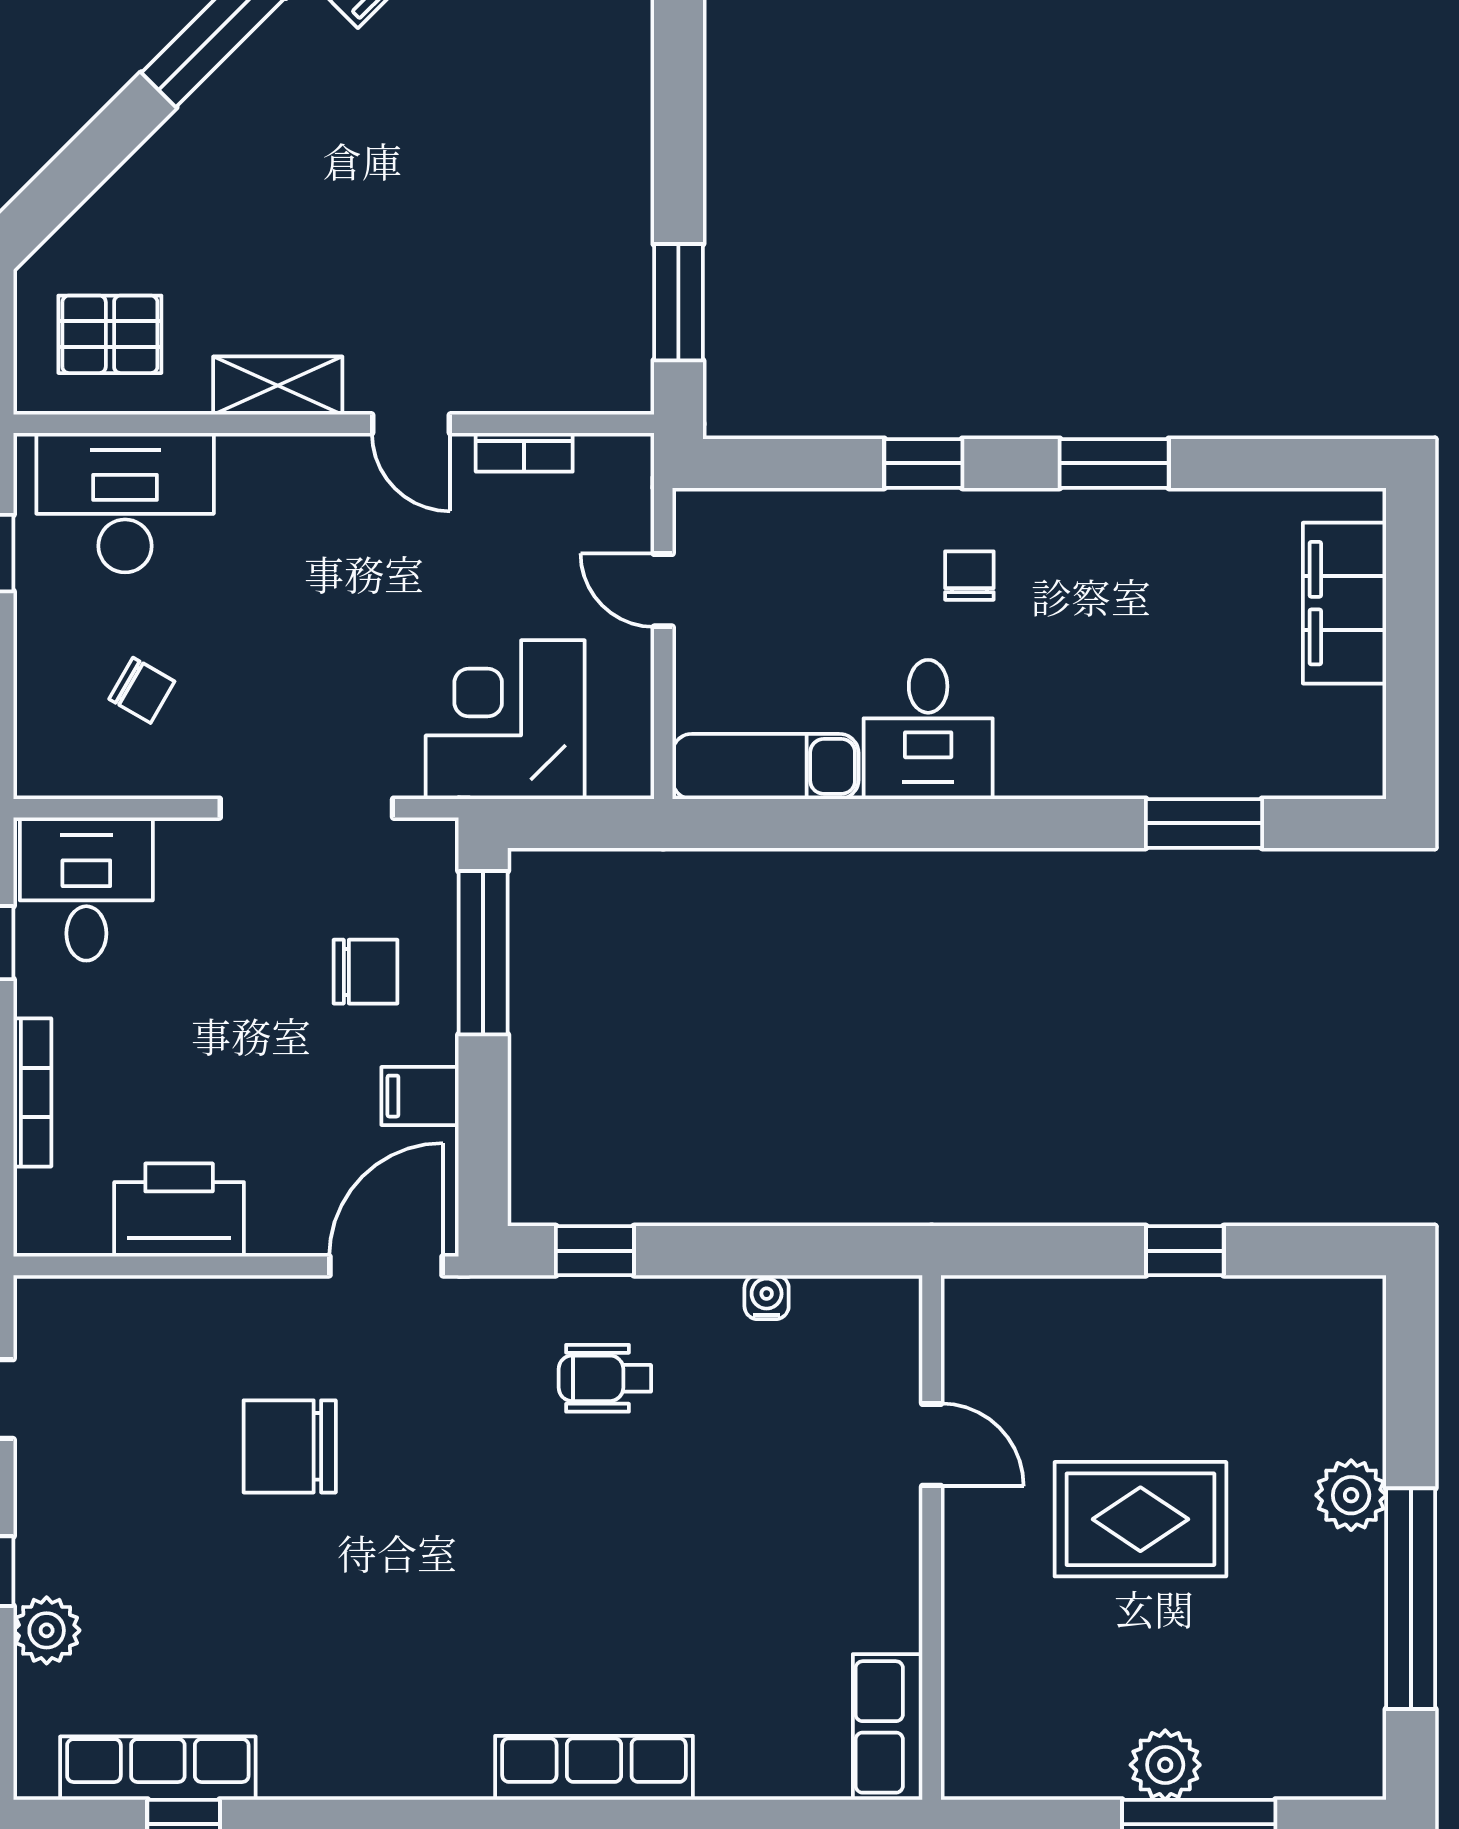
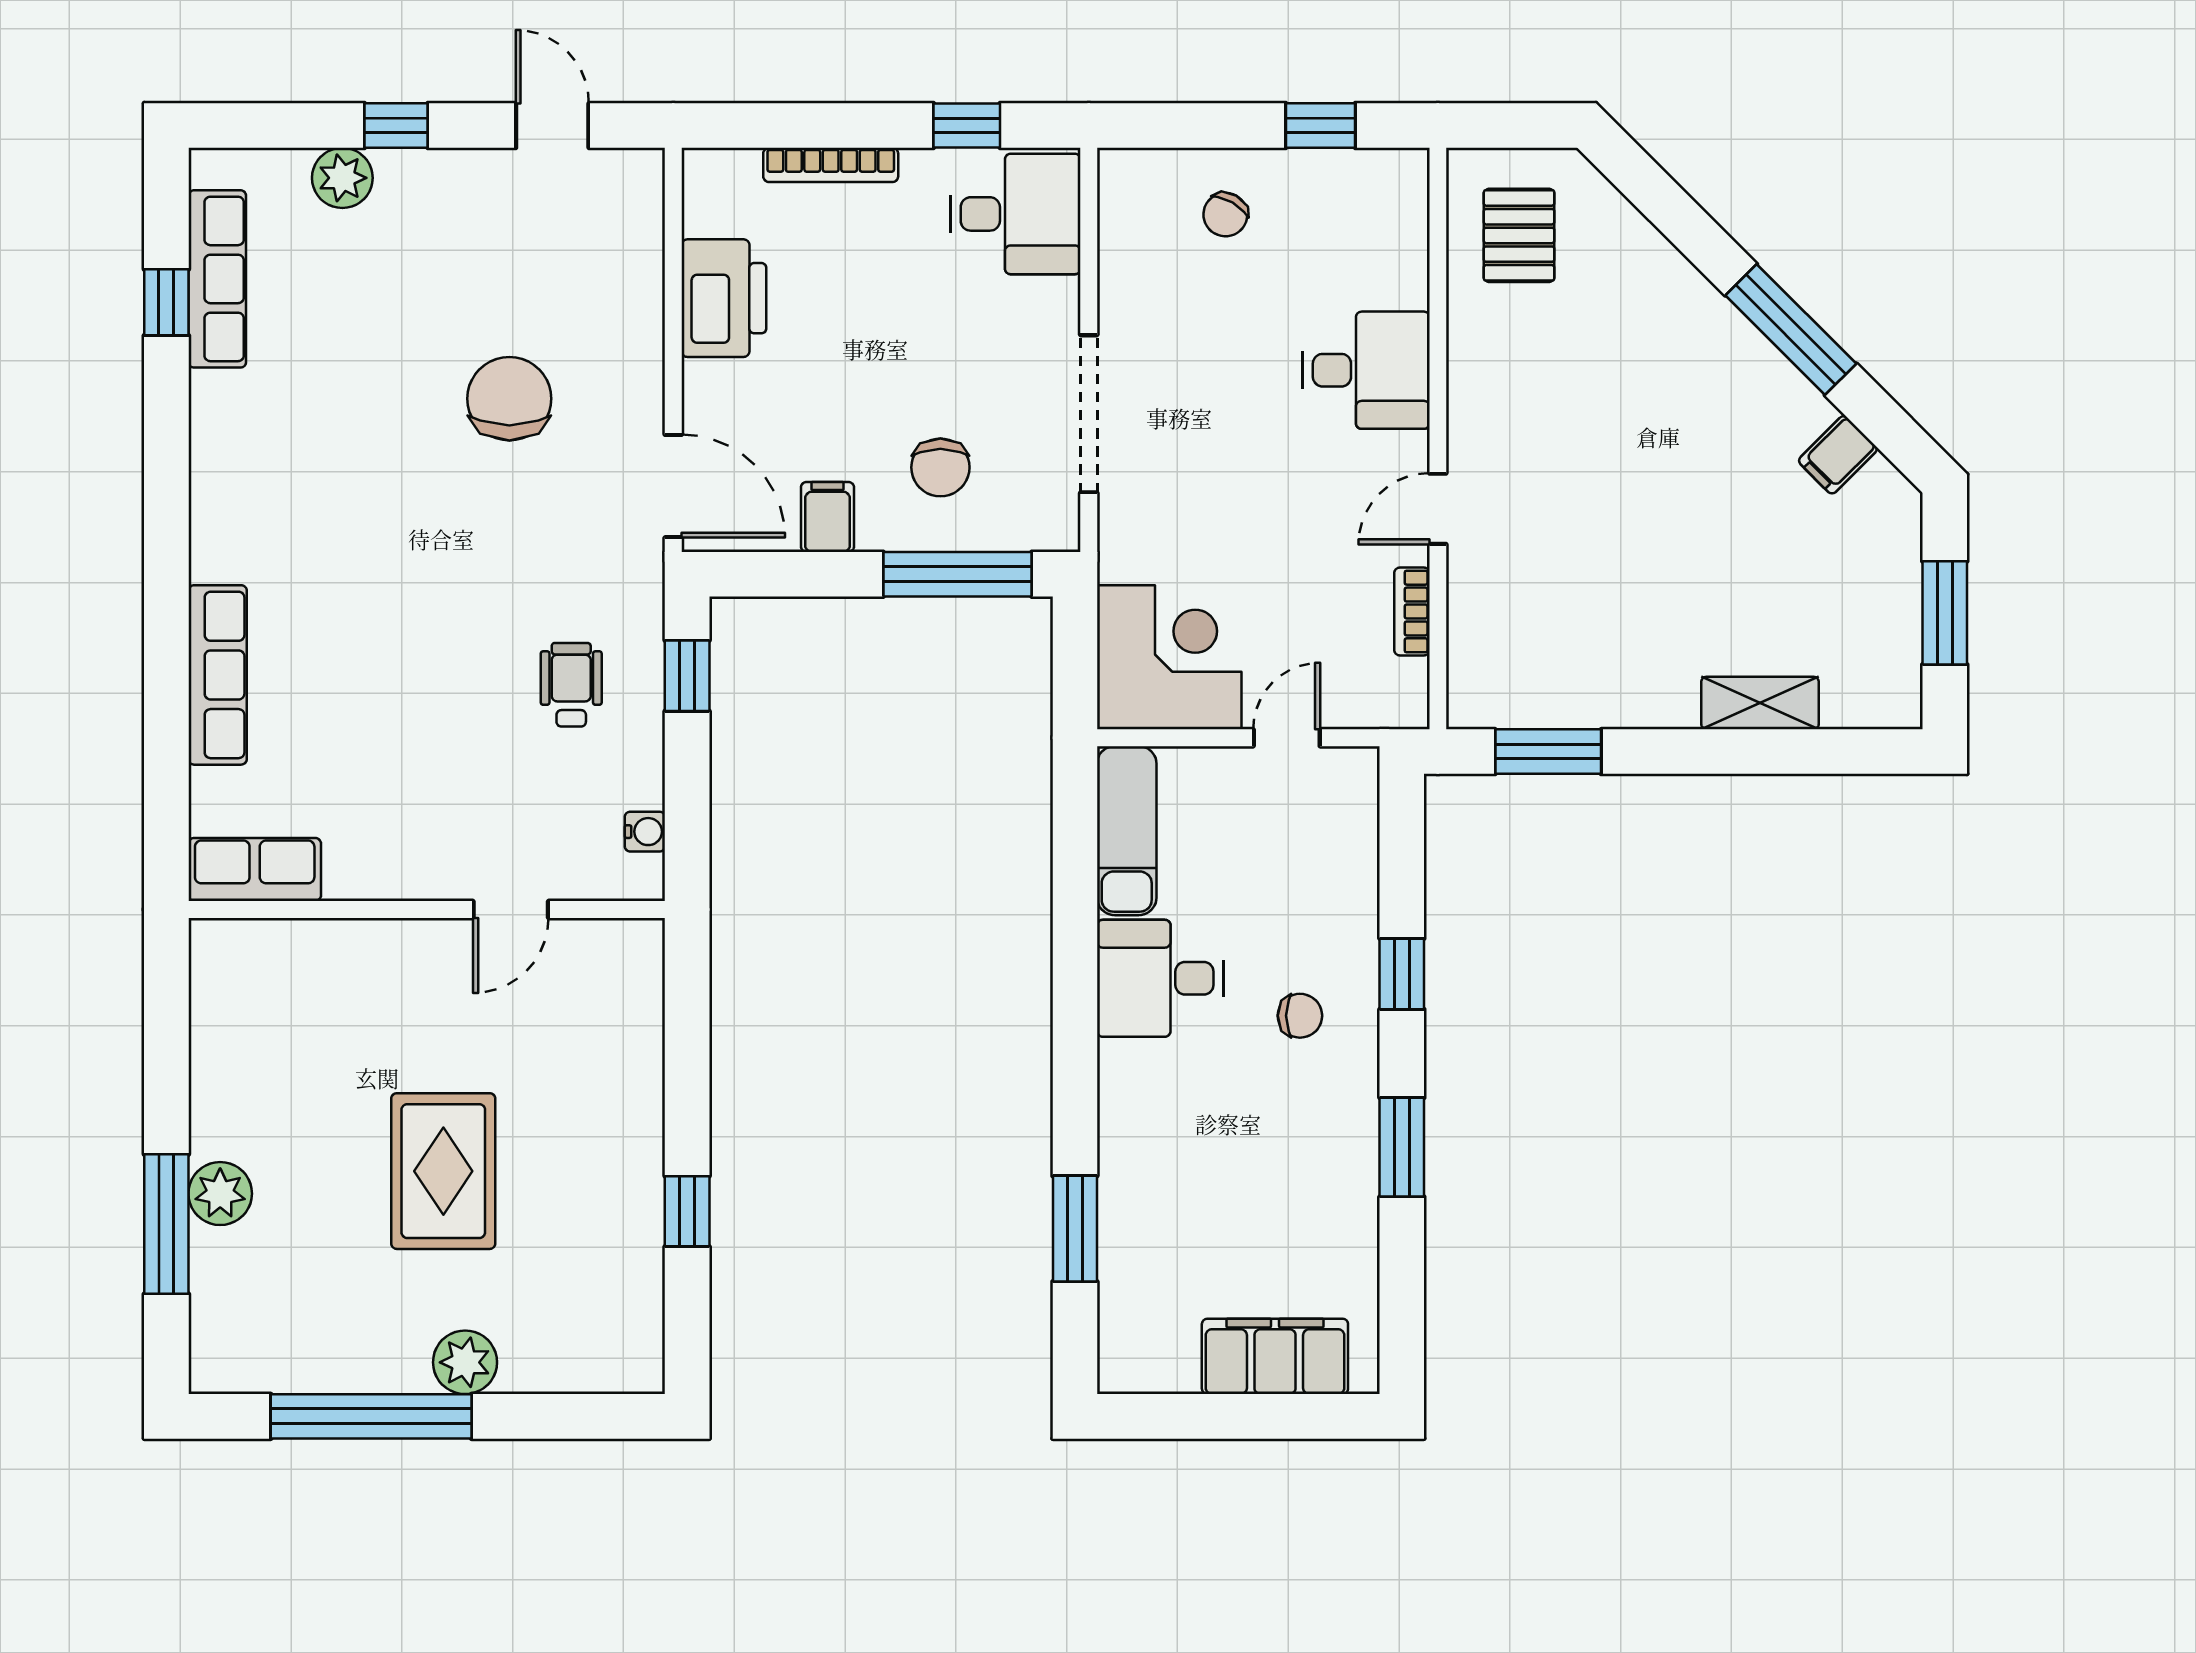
shelving: (278, 386) -> (1760, 703), moved, turned 90
desk: (125, 503) -> (1366, 370), moved, width x0.73
chair: (142, 690) -> (1225, 215), moved
corner desk: (505, 720) -> (1169, 657), moved
door: (932, 1445) -> (511, 909), moved
wall: (932, 1537) -> (427, 909), moved
row of seats: (888, 1727) -> (255, 870), moved

